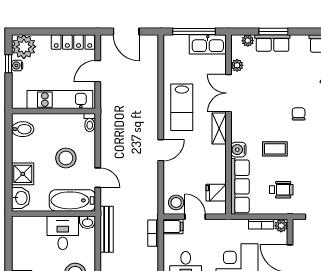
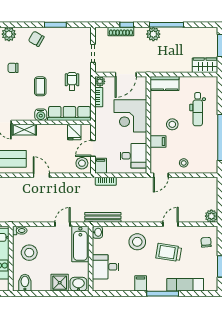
stool: (66, 158) -> (29, 253), moved
desk: (63, 233) -> (106, 267), moved

